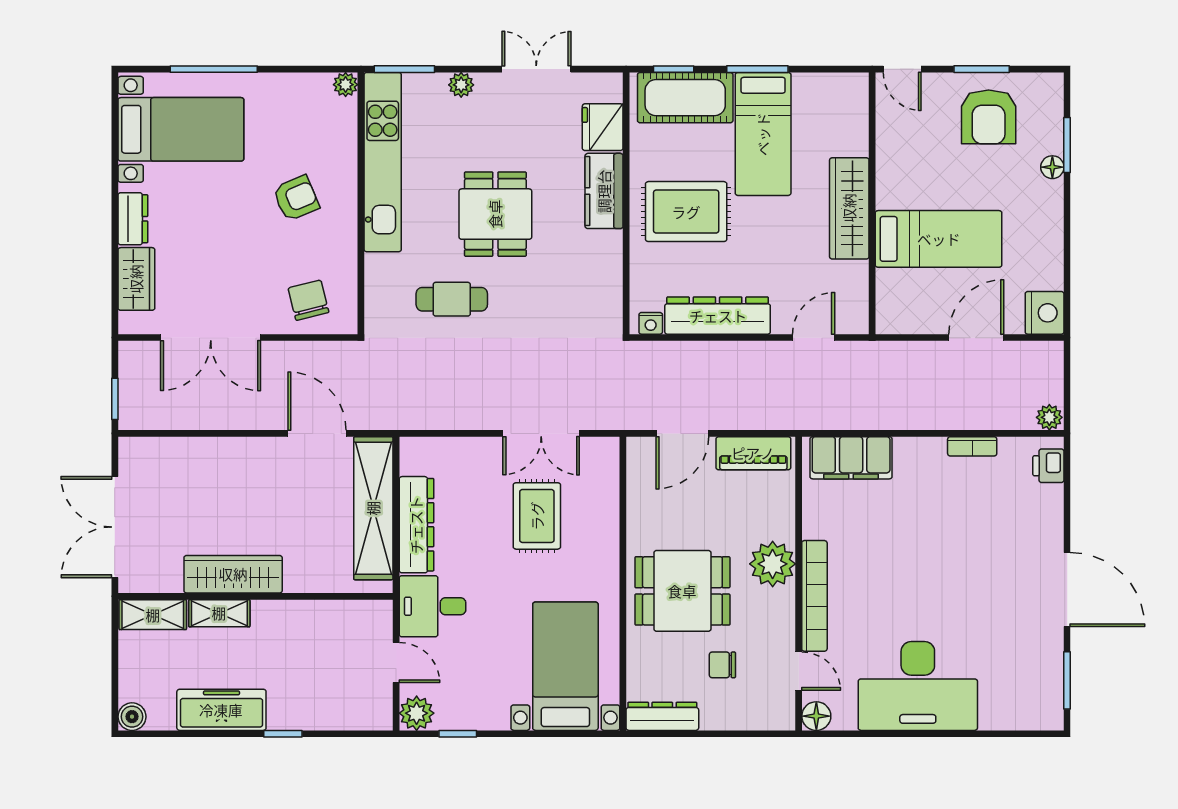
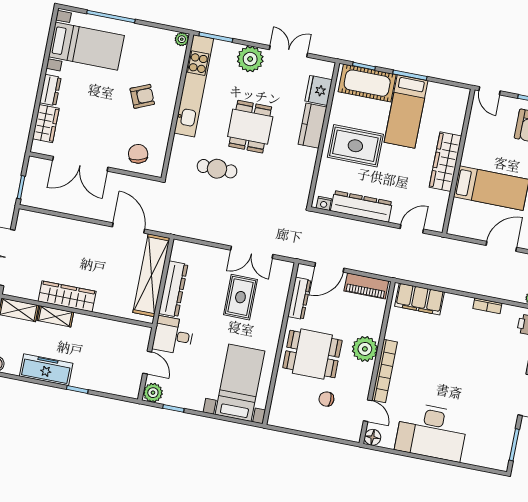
plant: (461, 85) -> (250, 59), width x1.87, depth x1.87
dresser: (662, 716) -> (299, 298), moved, turned 90

